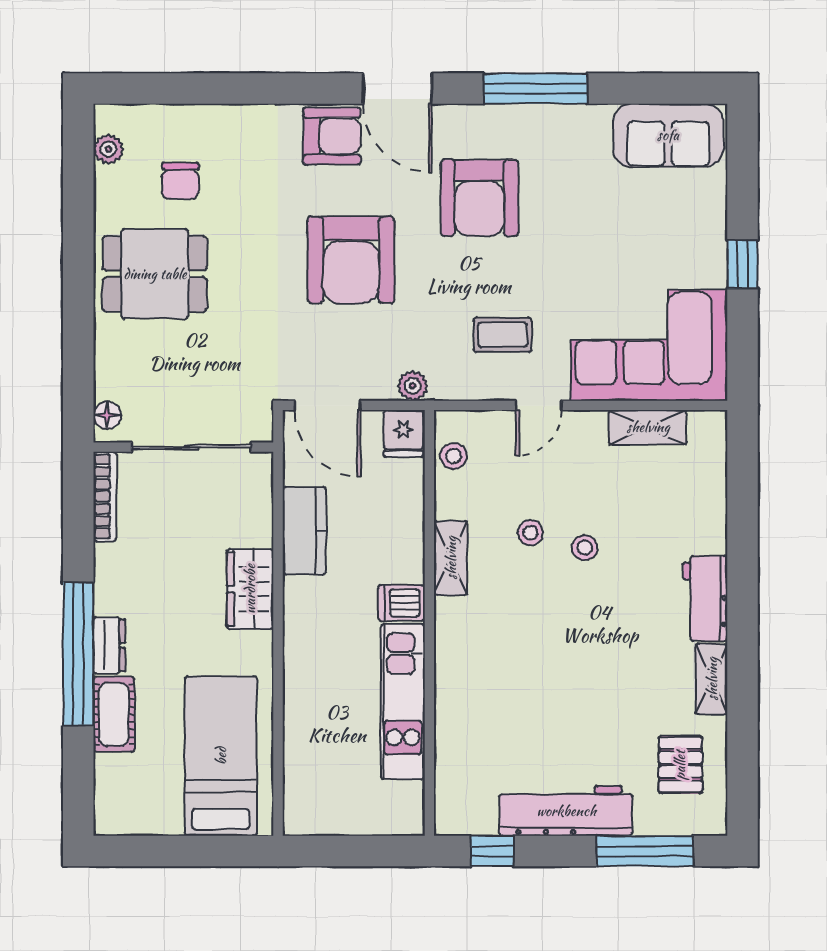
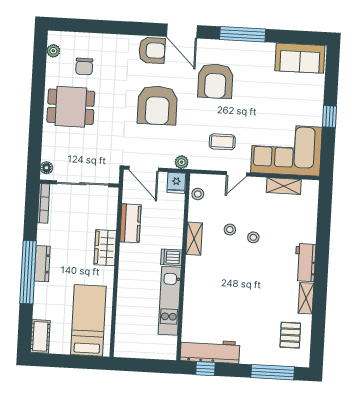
dresser: (109, 645) -> (42, 264), width x1.44
cot: (114, 714) -> (40, 336), moved
workbench: (566, 811) -> (210, 351), moved

